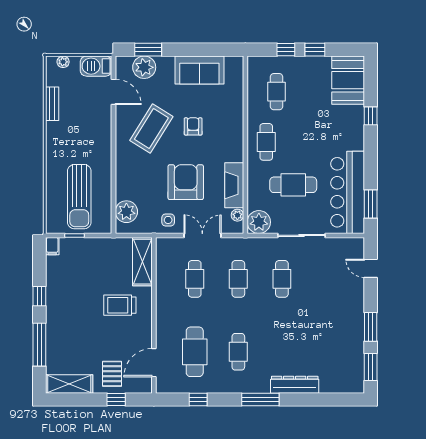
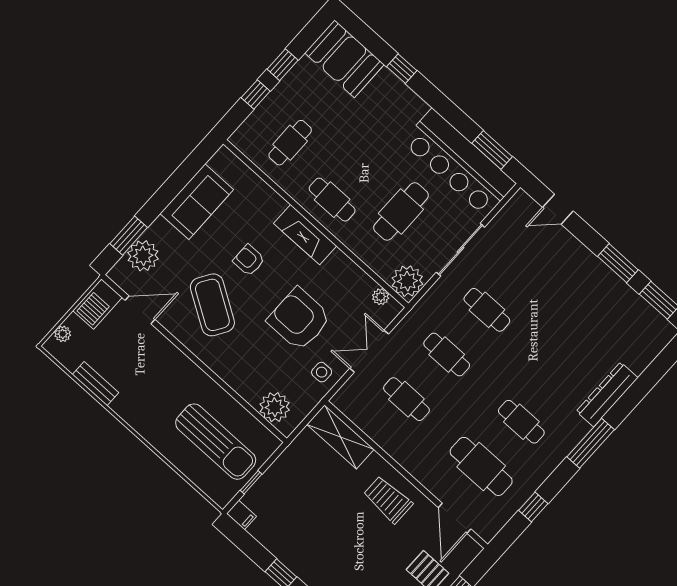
cafe table: (277, 92) -> (290, 143), turned 90
fireplace: (234, 185) -> (305, 235), moved
trolley: (120, 305) -> (388, 499), moved, turned 90

